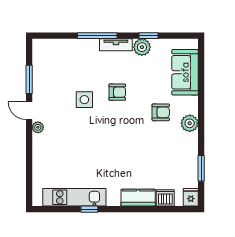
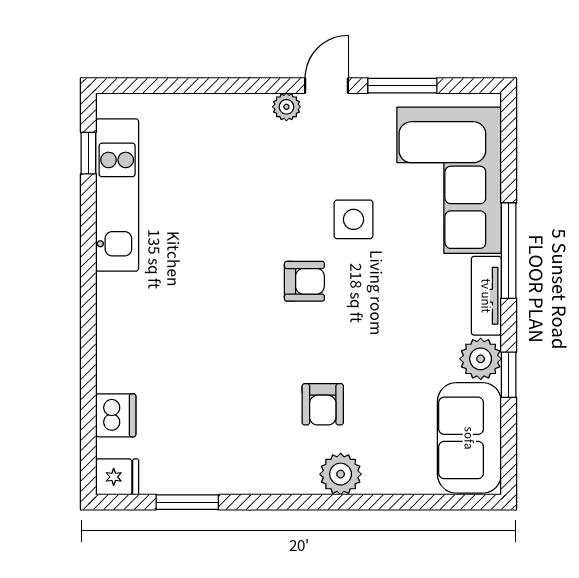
corner sofa: (68, 60) -> (449, 180), added
sofa: (185, 72) -> (469, 438), moved, turned -90
armchair: (117, 92) -> (304, 281), moved, turned -90
plant: (190, 123) -> (341, 474), moved
kitchen counter: (138, 198) -> (116, 350), removed
window: (89, 209) -> (88, 153), moved

